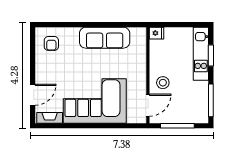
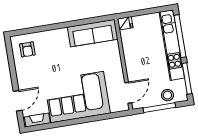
sofa: (105, 38) -> (93, 33), moved
kitchen unit: (201, 54) -> (172, 45), width x1.36
window: (211, 56) -> (180, 36), width x2.11
stool: (163, 83) -> (167, 95), moved

